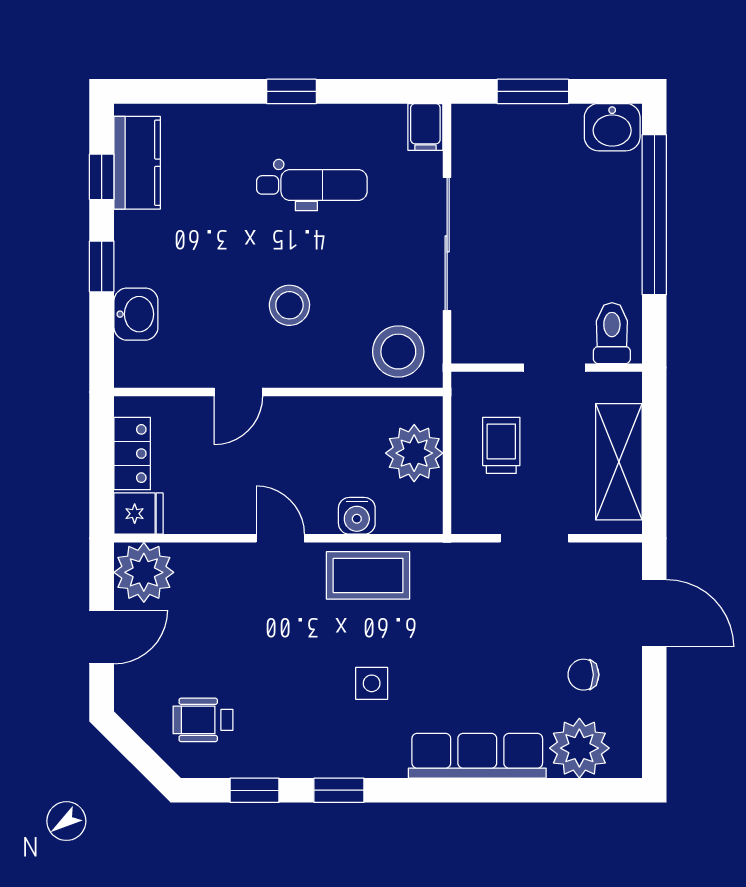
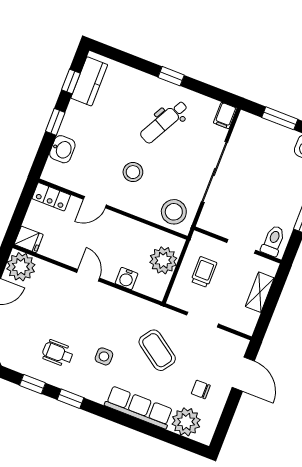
dental chair: (312, 185) -> (164, 122), turned 118
locker: (132, 454) -> (51, 197), moved, turned 90
shelving: (619, 462) -> (260, 292), width x0.67, depth x0.75
coffee table: (368, 575) -> (157, 350), moved, turned 35
wheelchair: (203, 720) -> (58, 353), moved

